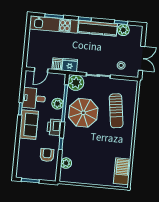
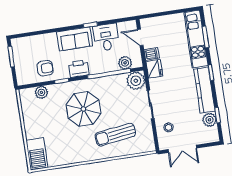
plant: (57, 104) -> (125, 63), moved
parasol: (83, 113) -> (83, 109), moved
barbecue: (122, 171) -> (37, 154), moved, turned 90

